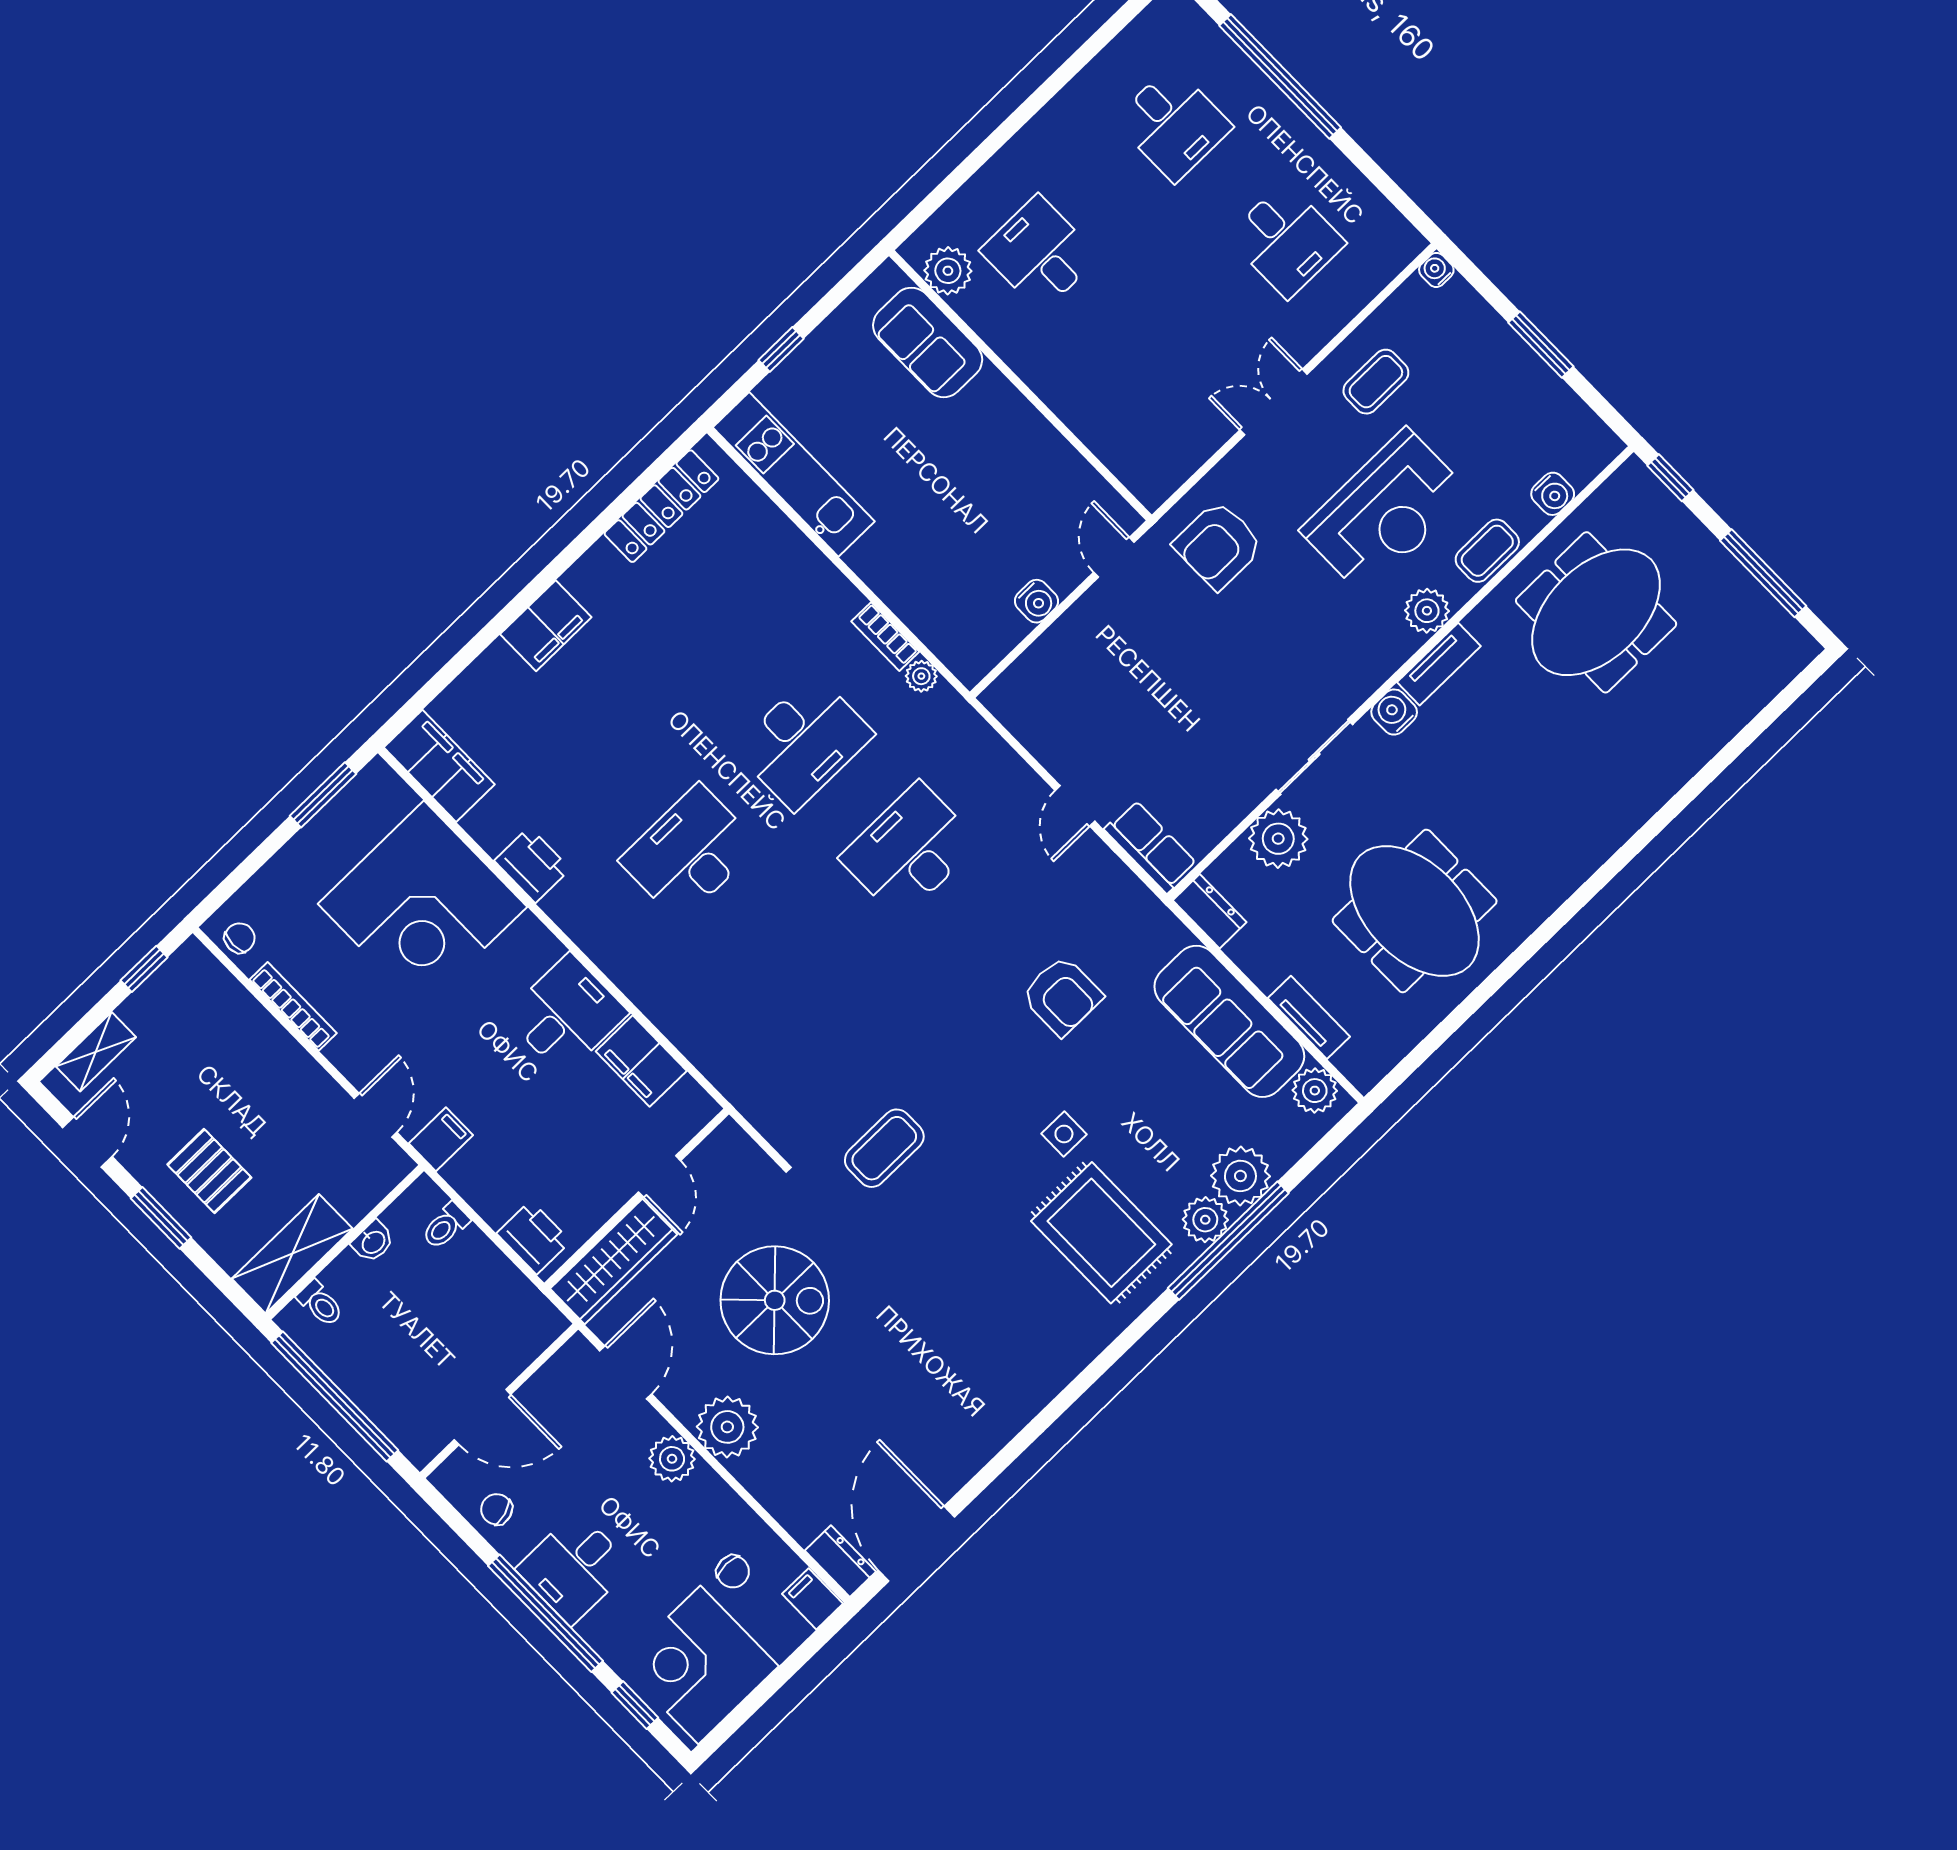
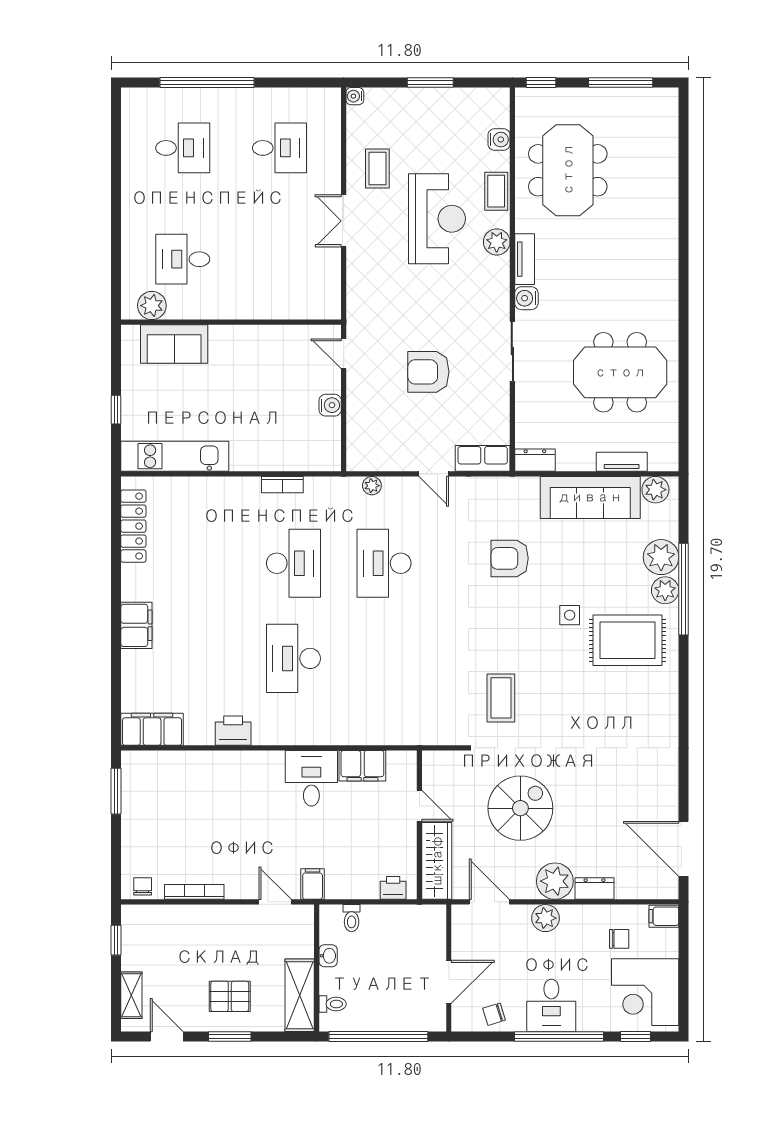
armchair: (1218, 545) -> (428, 372), moved, turned 90
plant: (921, 676) -> (372, 486), moved
plant: (1278, 839) -> (532, 401), removed
corner desk: (422, 905) -> (205, 795), removed
armchair: (1062, 996) -> (510, 558), turned 180
printer: (534, 1237) -> (393, 888), width x0.73, depth x0.81
dresser: (840, 1561) -> (595, 889), moved

